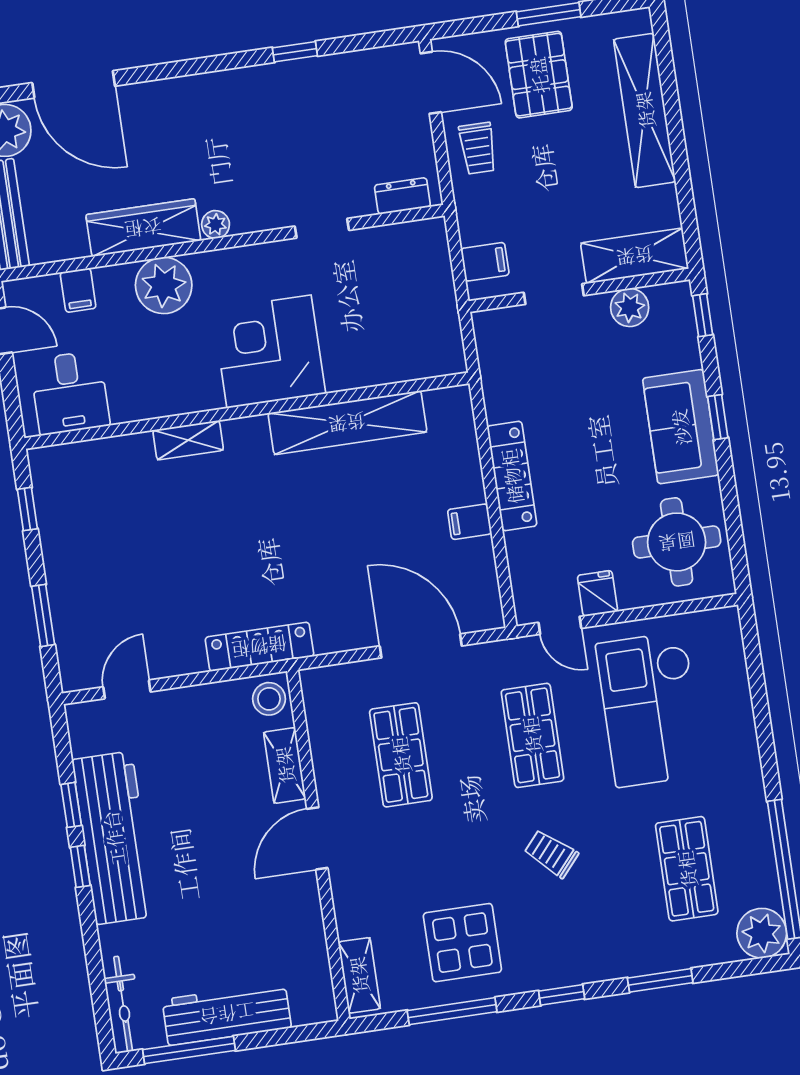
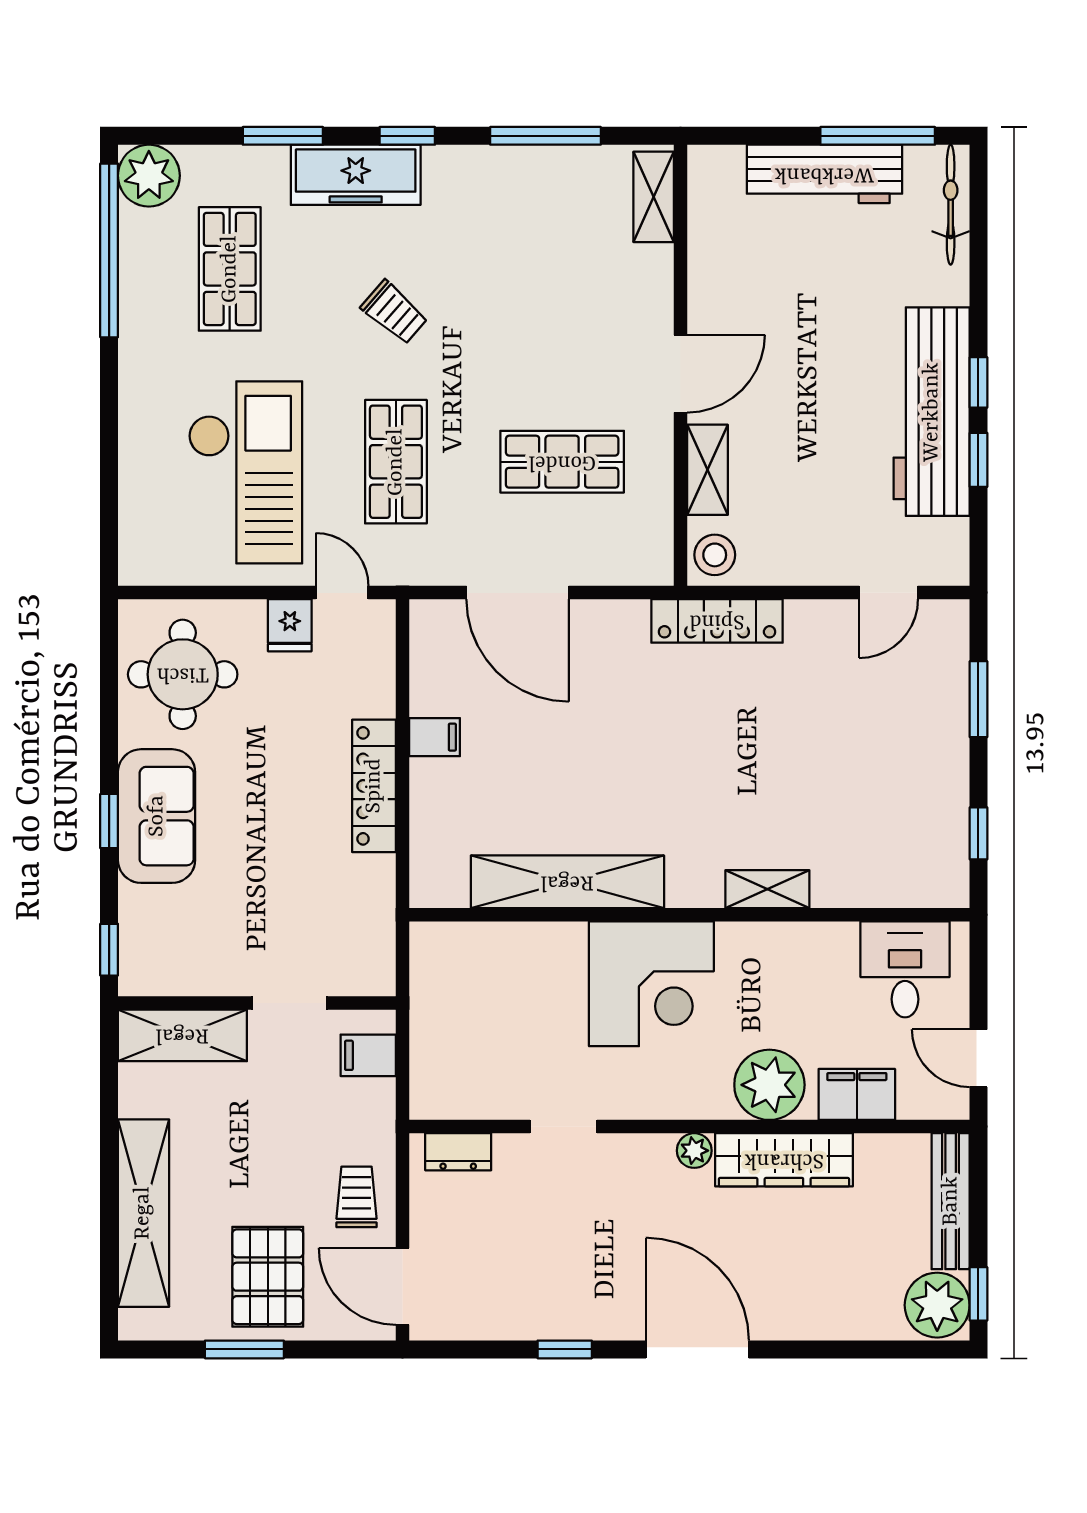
door: (74, 84) -> (697, 1349), moved
filing cabinet: (78, 290) -> (857, 1094), width x2.00
plant: (630, 307) -> (198, 973), removed
shop shelf: (401, 755) -> (562, 462), turned 90
display table: (462, 943) -> (520, 219), removed
freezer: (598, 958) -> (356, 175), added

